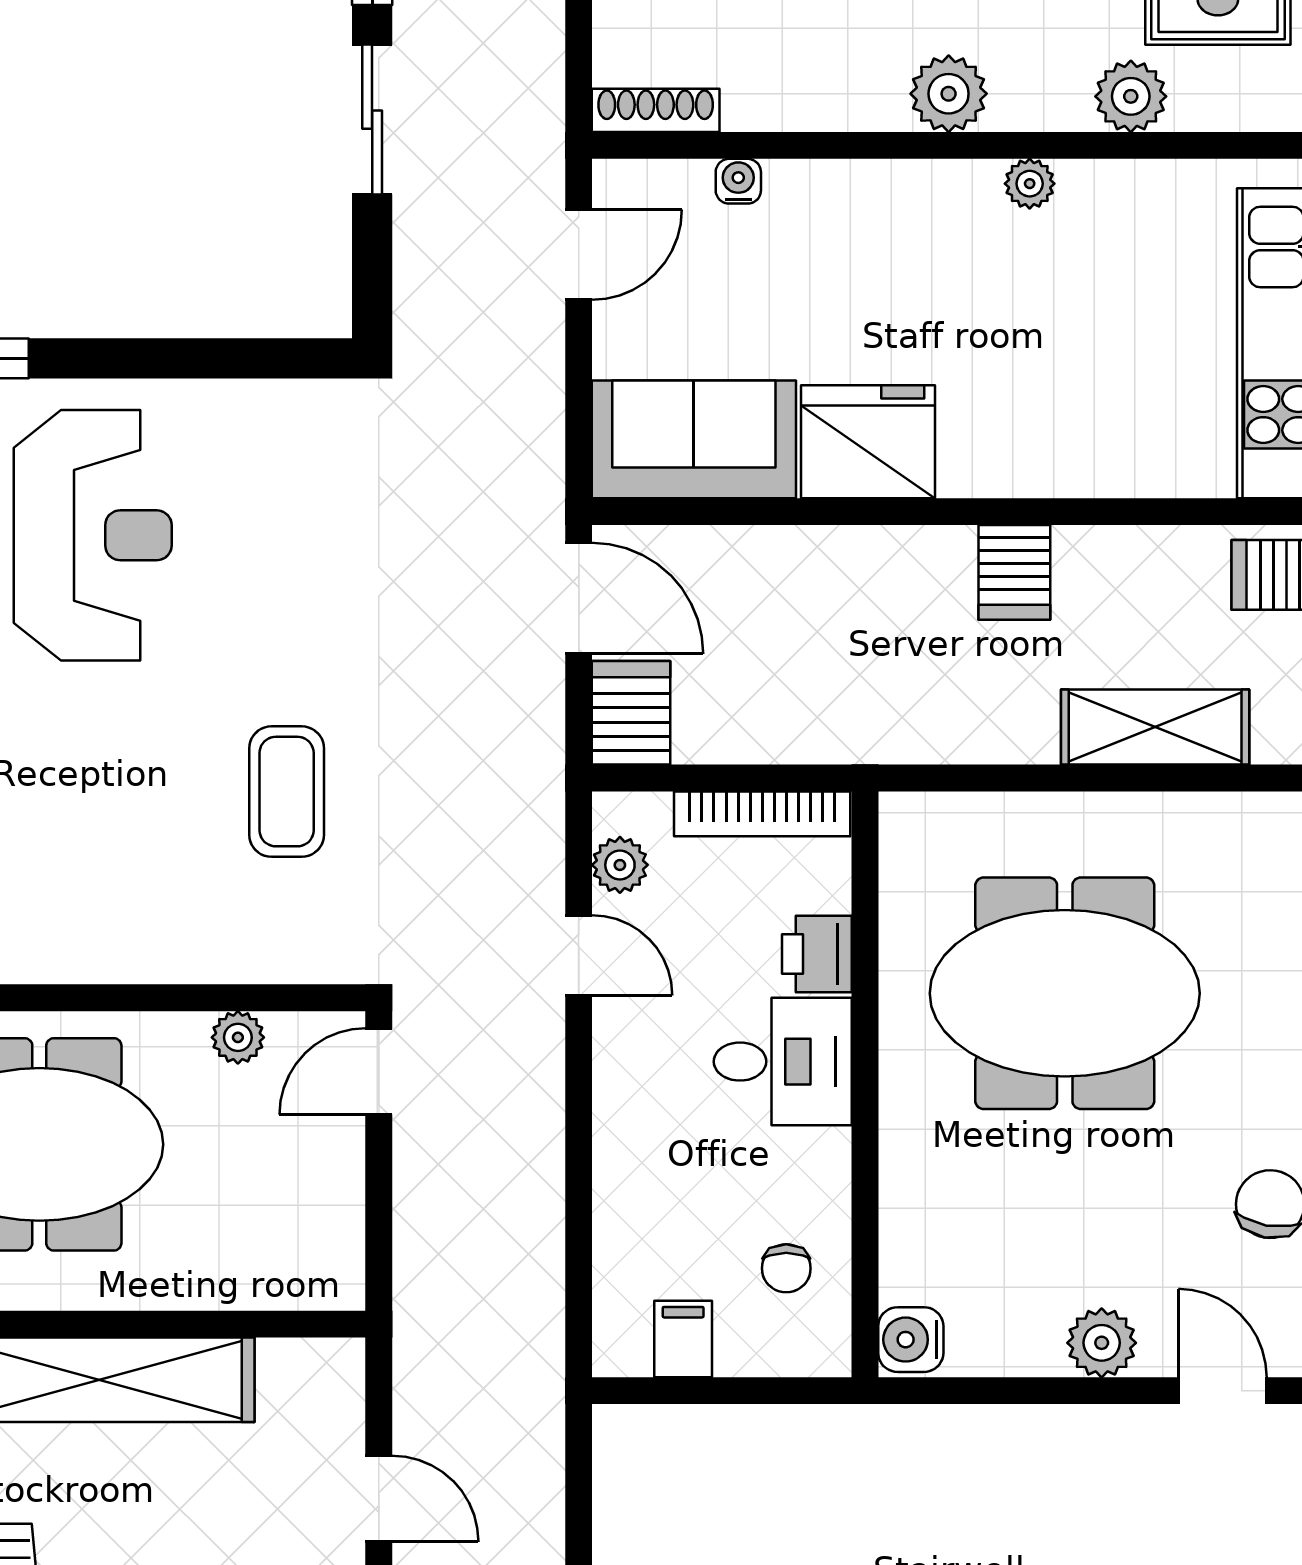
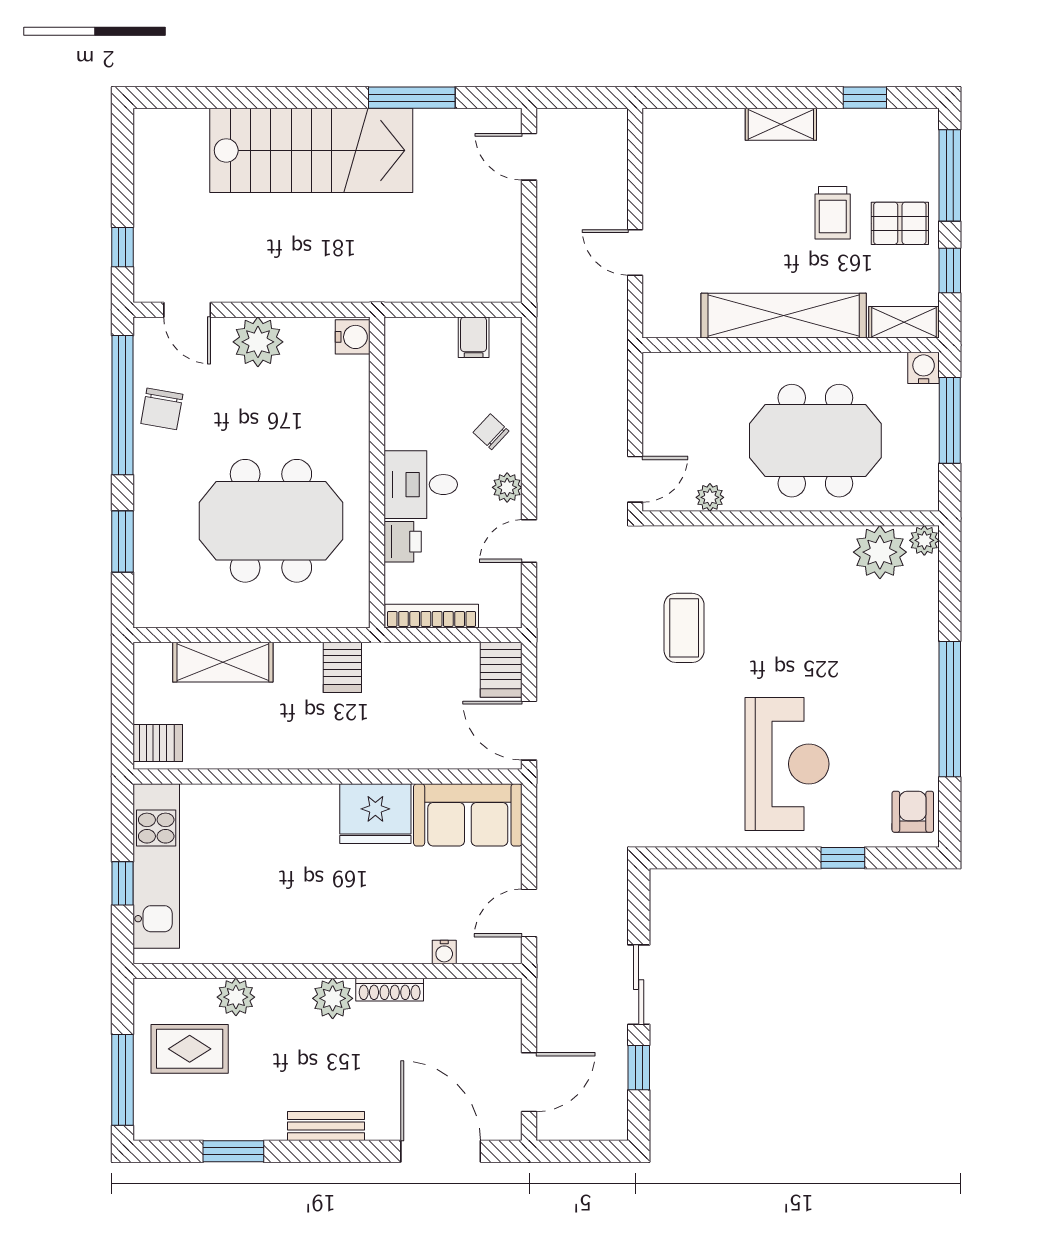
shoe rack: (656, 110) -> (390, 990), moved
plant: (1030, 184) -> (290, 951), removed
reception desk: (93, 535) -> (787, 764), turned 180
server rack: (1014, 572) -> (342, 667), moved, turned 180
plant: (620, 865) -> (507, 487), moved
door: (579, 955) -> (529, 541), hinge flipped
chair: (786, 1268) -> (491, 432), moved, turned -47
plant: (1102, 1343) -> (258, 342), width x1.36, depth x1.36

